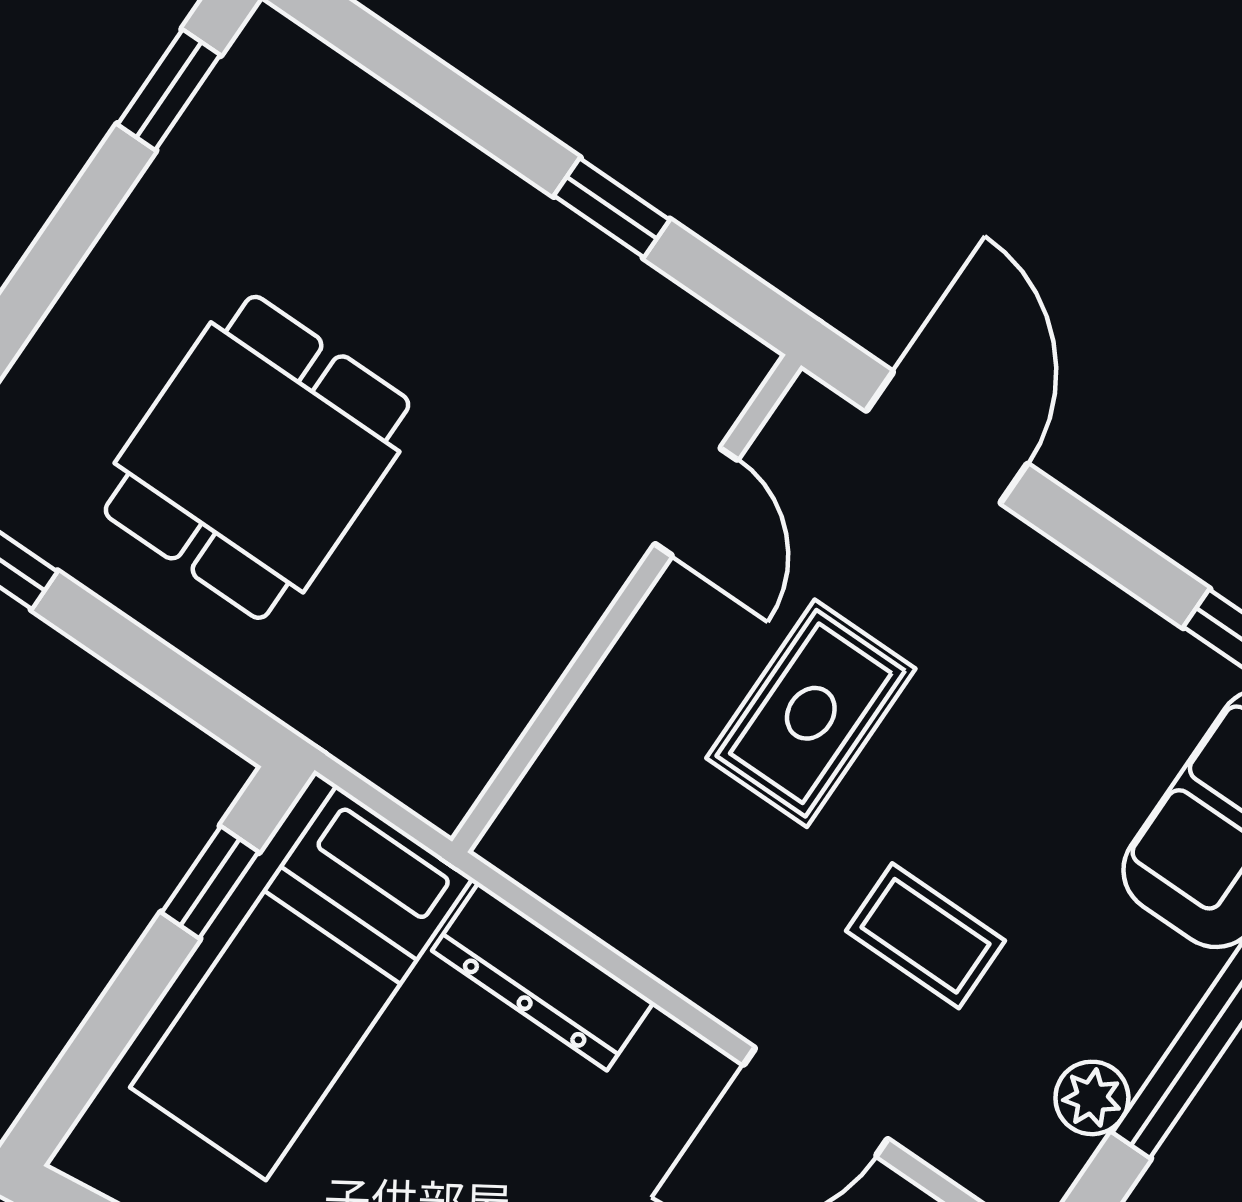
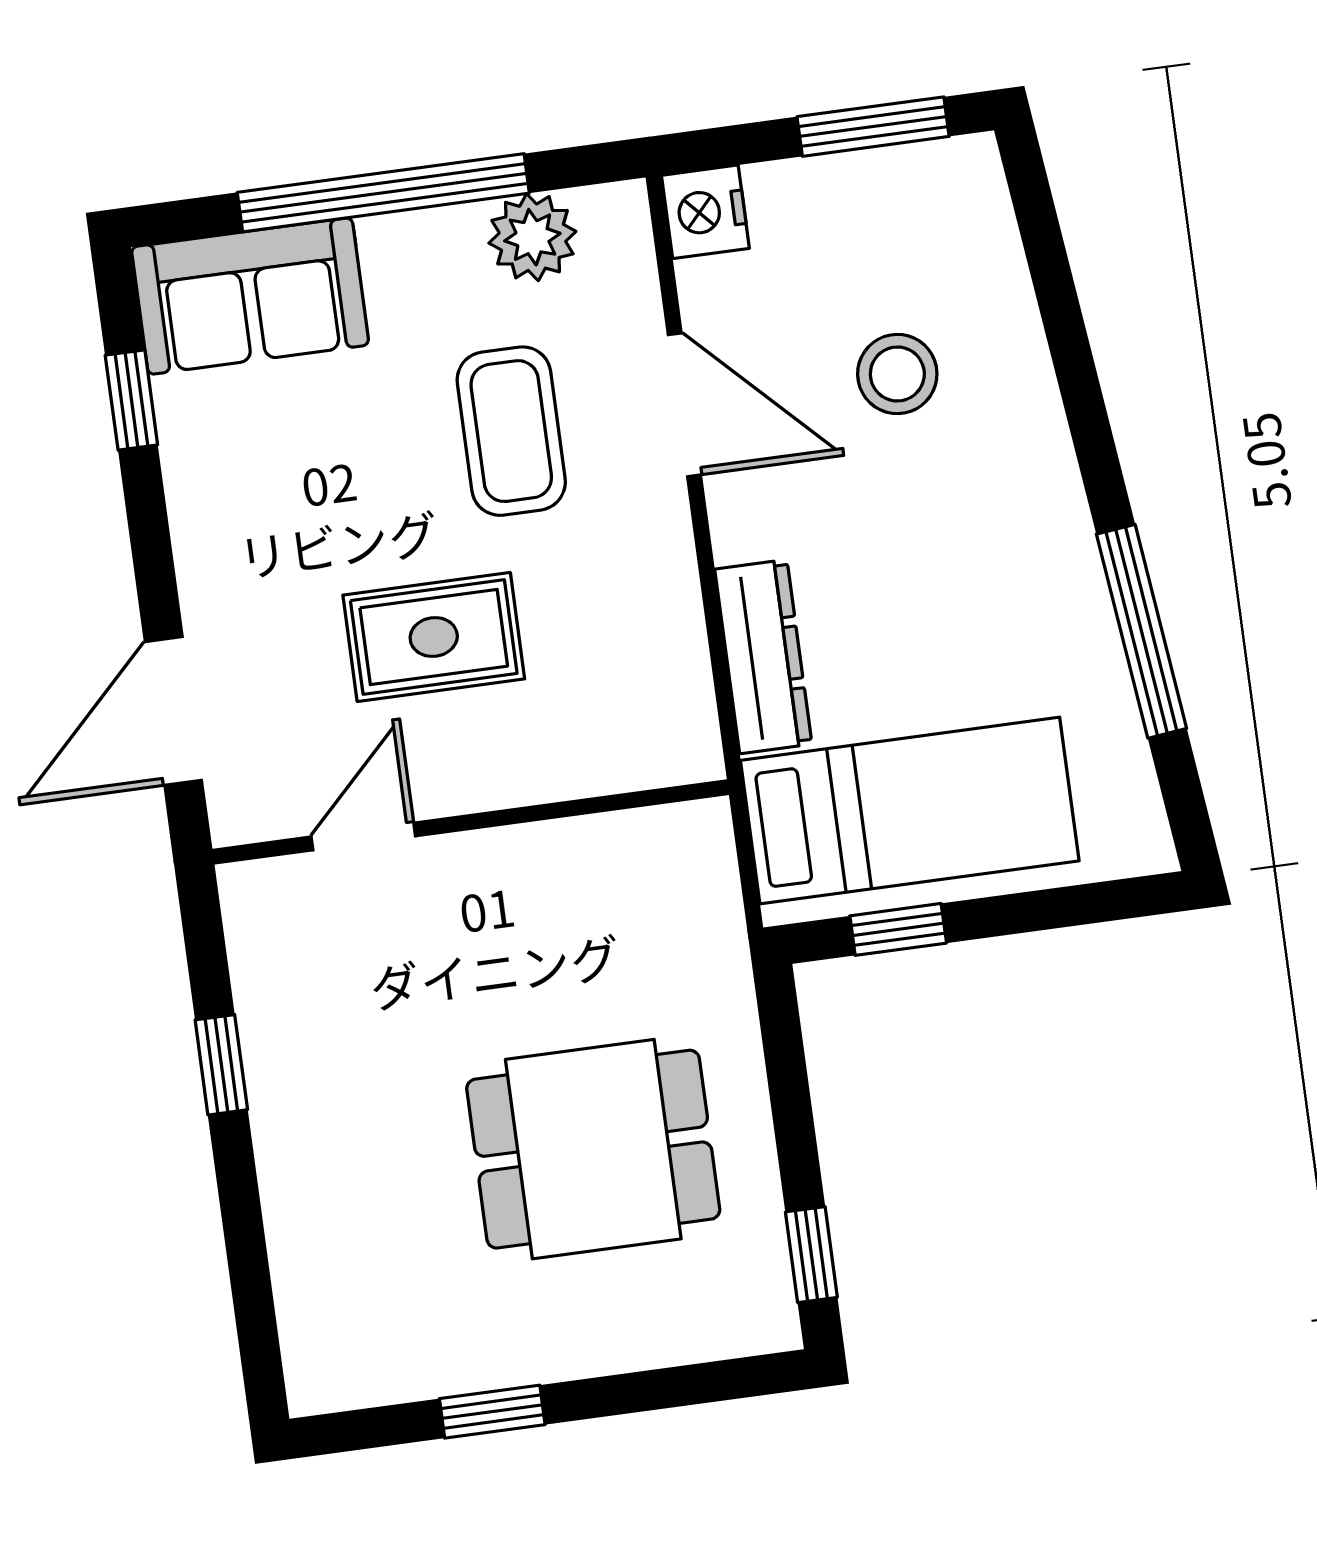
window: (169, 90) -> (492, 1412), moved
coffee table: (925, 936) -> (511, 431), width x1.36, depth x1.30
plant: (1092, 1098) -> (532, 237), width x1.38, depth x1.38

